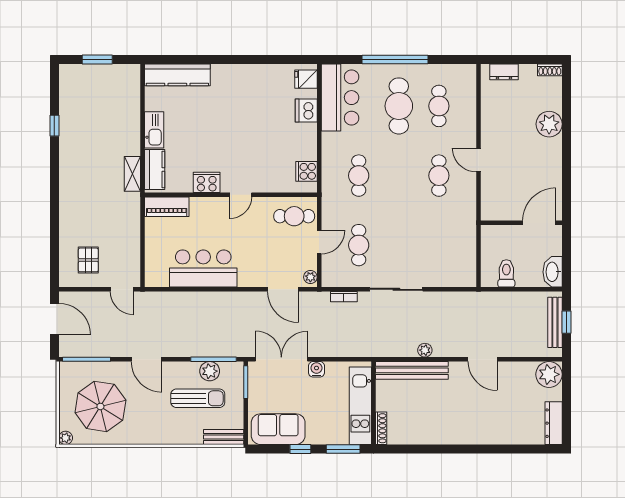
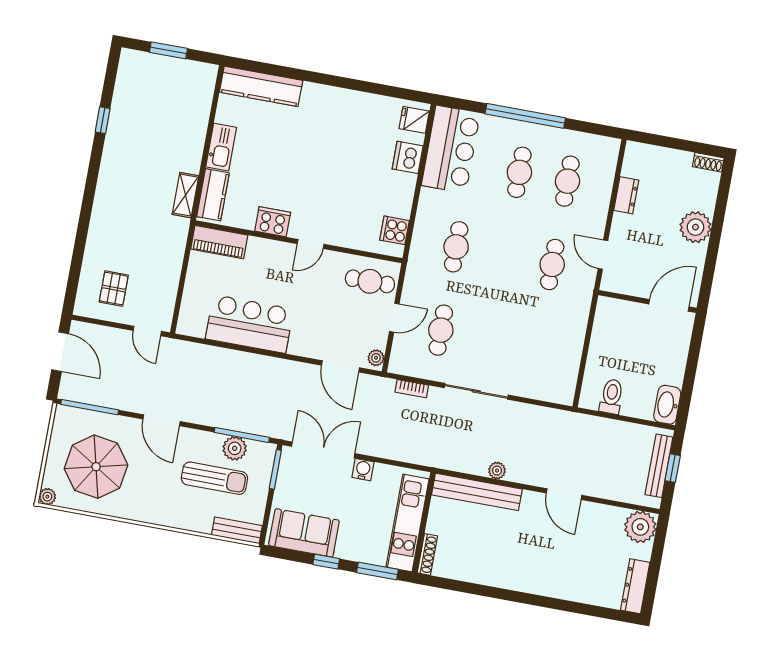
dresser: (504, 72) -> (626, 195), moved, turned -90
cafe table: (399, 106) -> (519, 172), width x0.73, depth x0.74
wall: (521, 223) -> (647, 301), moved
door: (539, 223) -> (669, 305), moved

